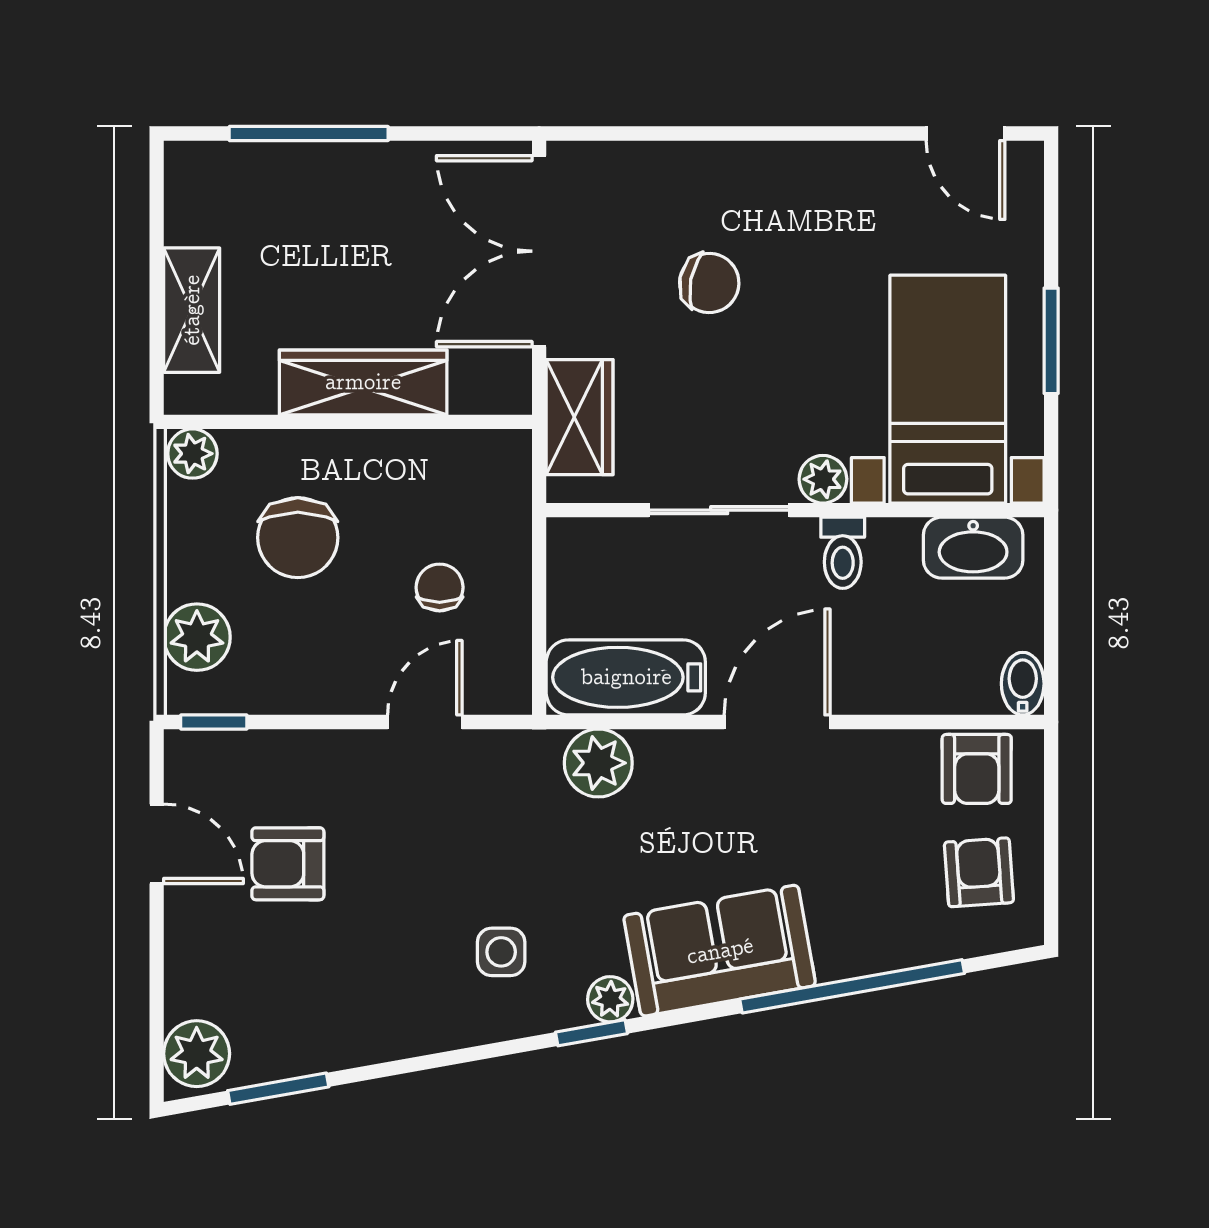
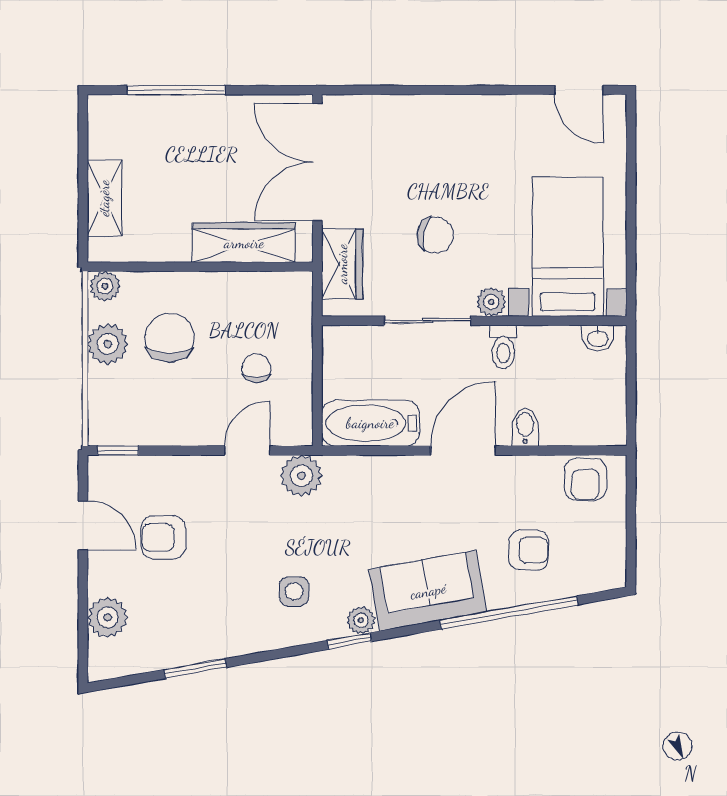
chair: (709, 283) -> (435, 235), moved
window: (1051, 341) -> (631, 217), removed
wardrobe: (363, 382) -> (244, 243), moved
chair: (298, 538) -> (169, 338), turned 180
washbasin: (973, 548) -> (598, 338), width x0.52, depth x0.69
plant: (197, 637) -> (108, 344), moved
bidet: (1023, 684) -> (525, 427), moved
plant: (598, 763) -> (301, 476), moved
armchair: (979, 872) -> (529, 550), moved, turned 96
plant: (197, 1054) -> (107, 617), moved
window: (278, 1089) -> (195, 668), moved

